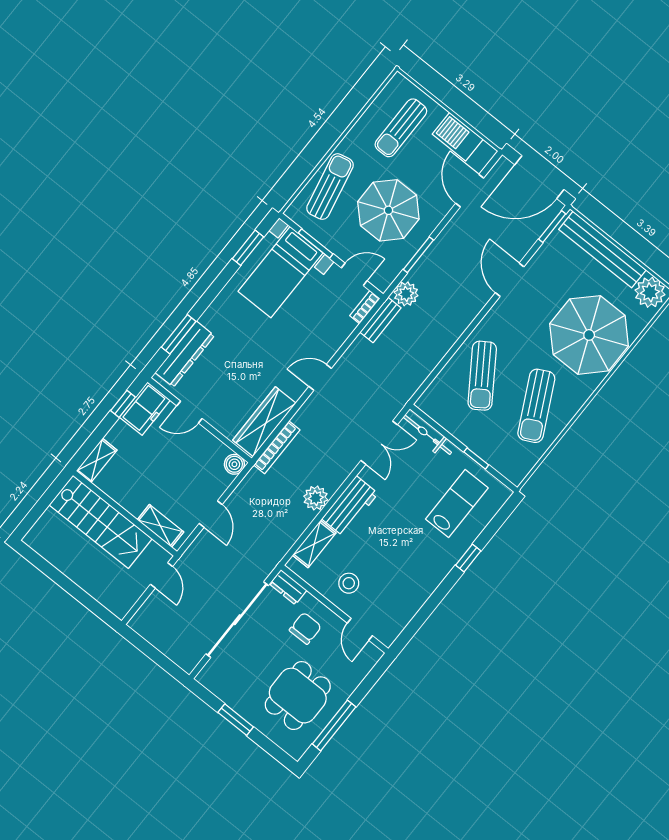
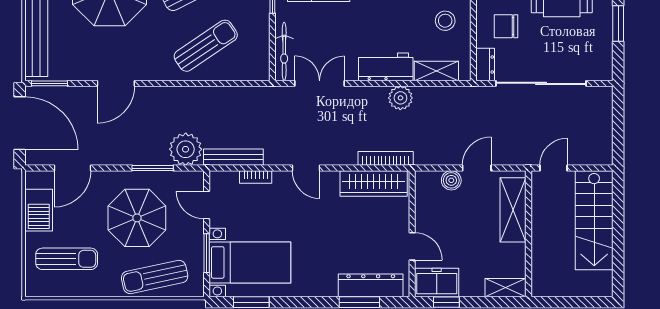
plant: (406, 294) -> (186, 149), width x1.36, depth x1.36
bookcase: (365, 307) -> (256, 177), moved
bench: (380, 320) -> (233, 157), width x1.36
boiler: (234, 464) -> (451, 180), moved
stairs: (101, 522) -> (594, 220), moved, turned 180
shelving: (160, 526) -> (513, 210), width x1.50, depth x1.33

